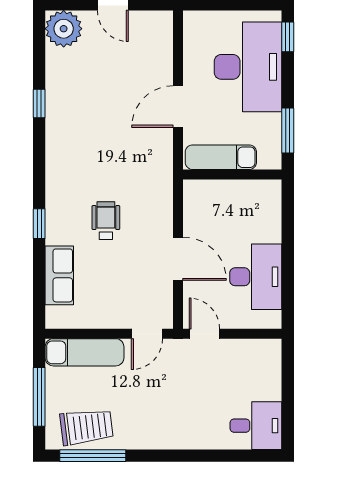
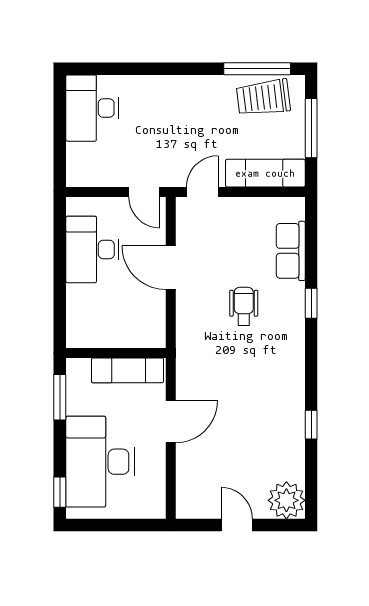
wheelchair: (106, 221) -> (244, 306), turned 180
desk: (256, 426) -> (92, 108), width x1.37

